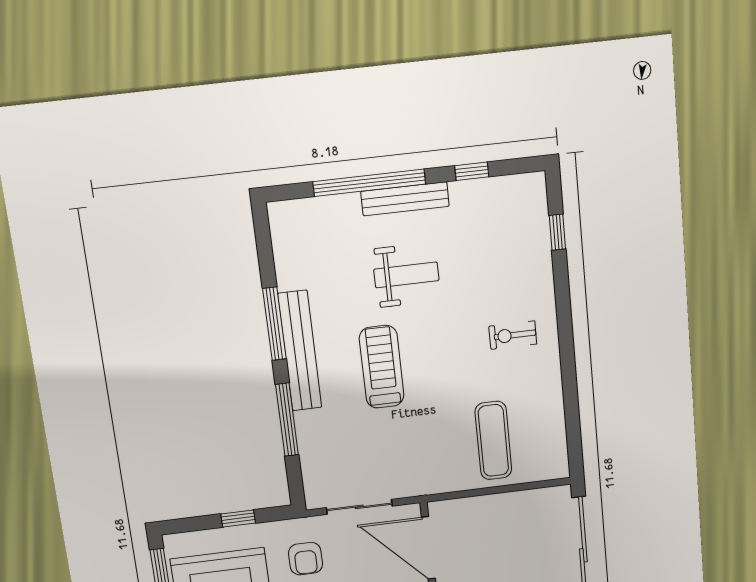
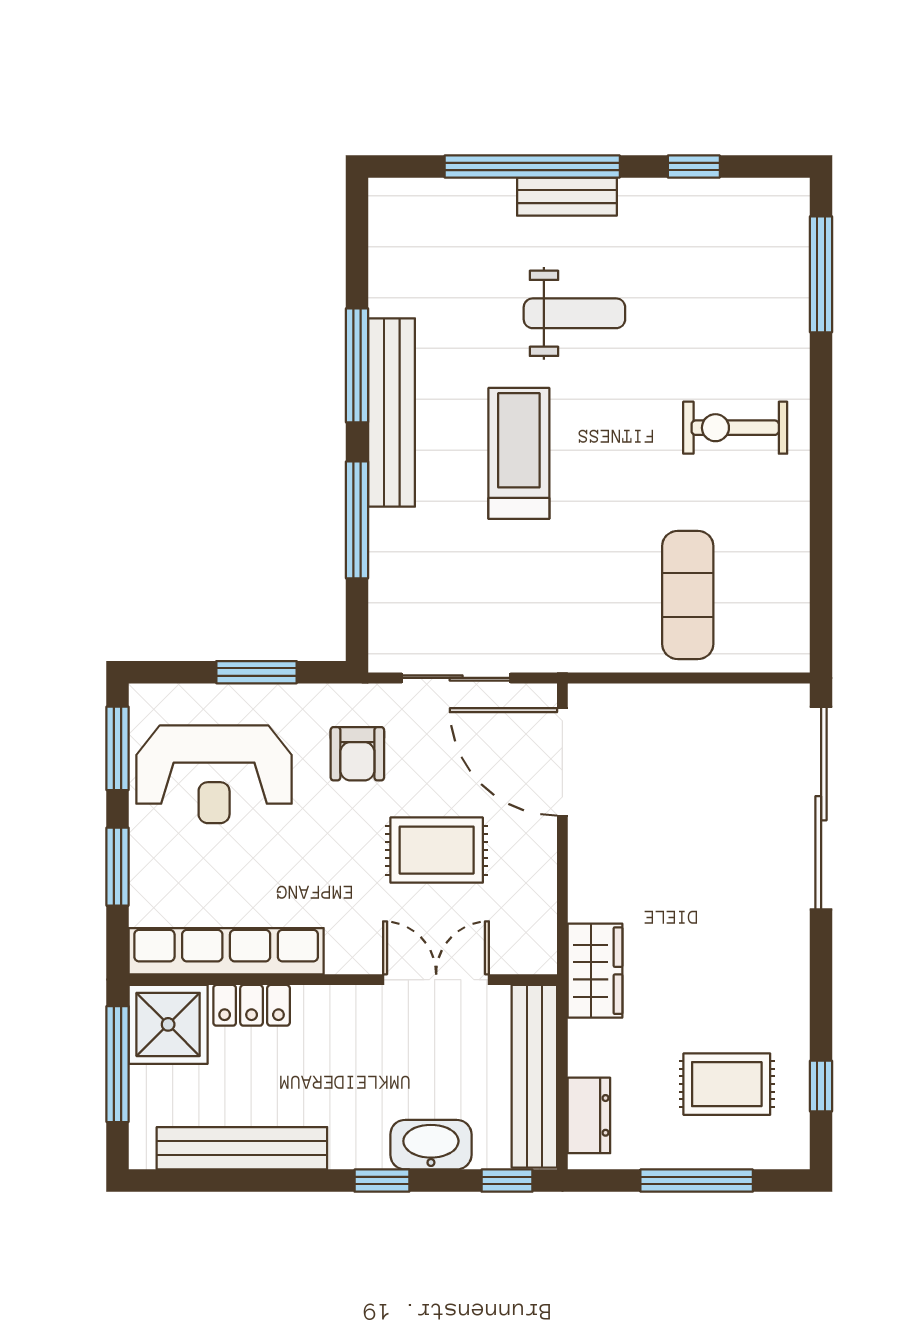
bench: (405, 199) -> (567, 197), width x0.73
window: (557, 232) -> (821, 274), width x2.17
exercise bike: (513, 335) -> (735, 428), width x1.38, depth x1.39
window: (238, 518) -> (256, 672), width x1.50

